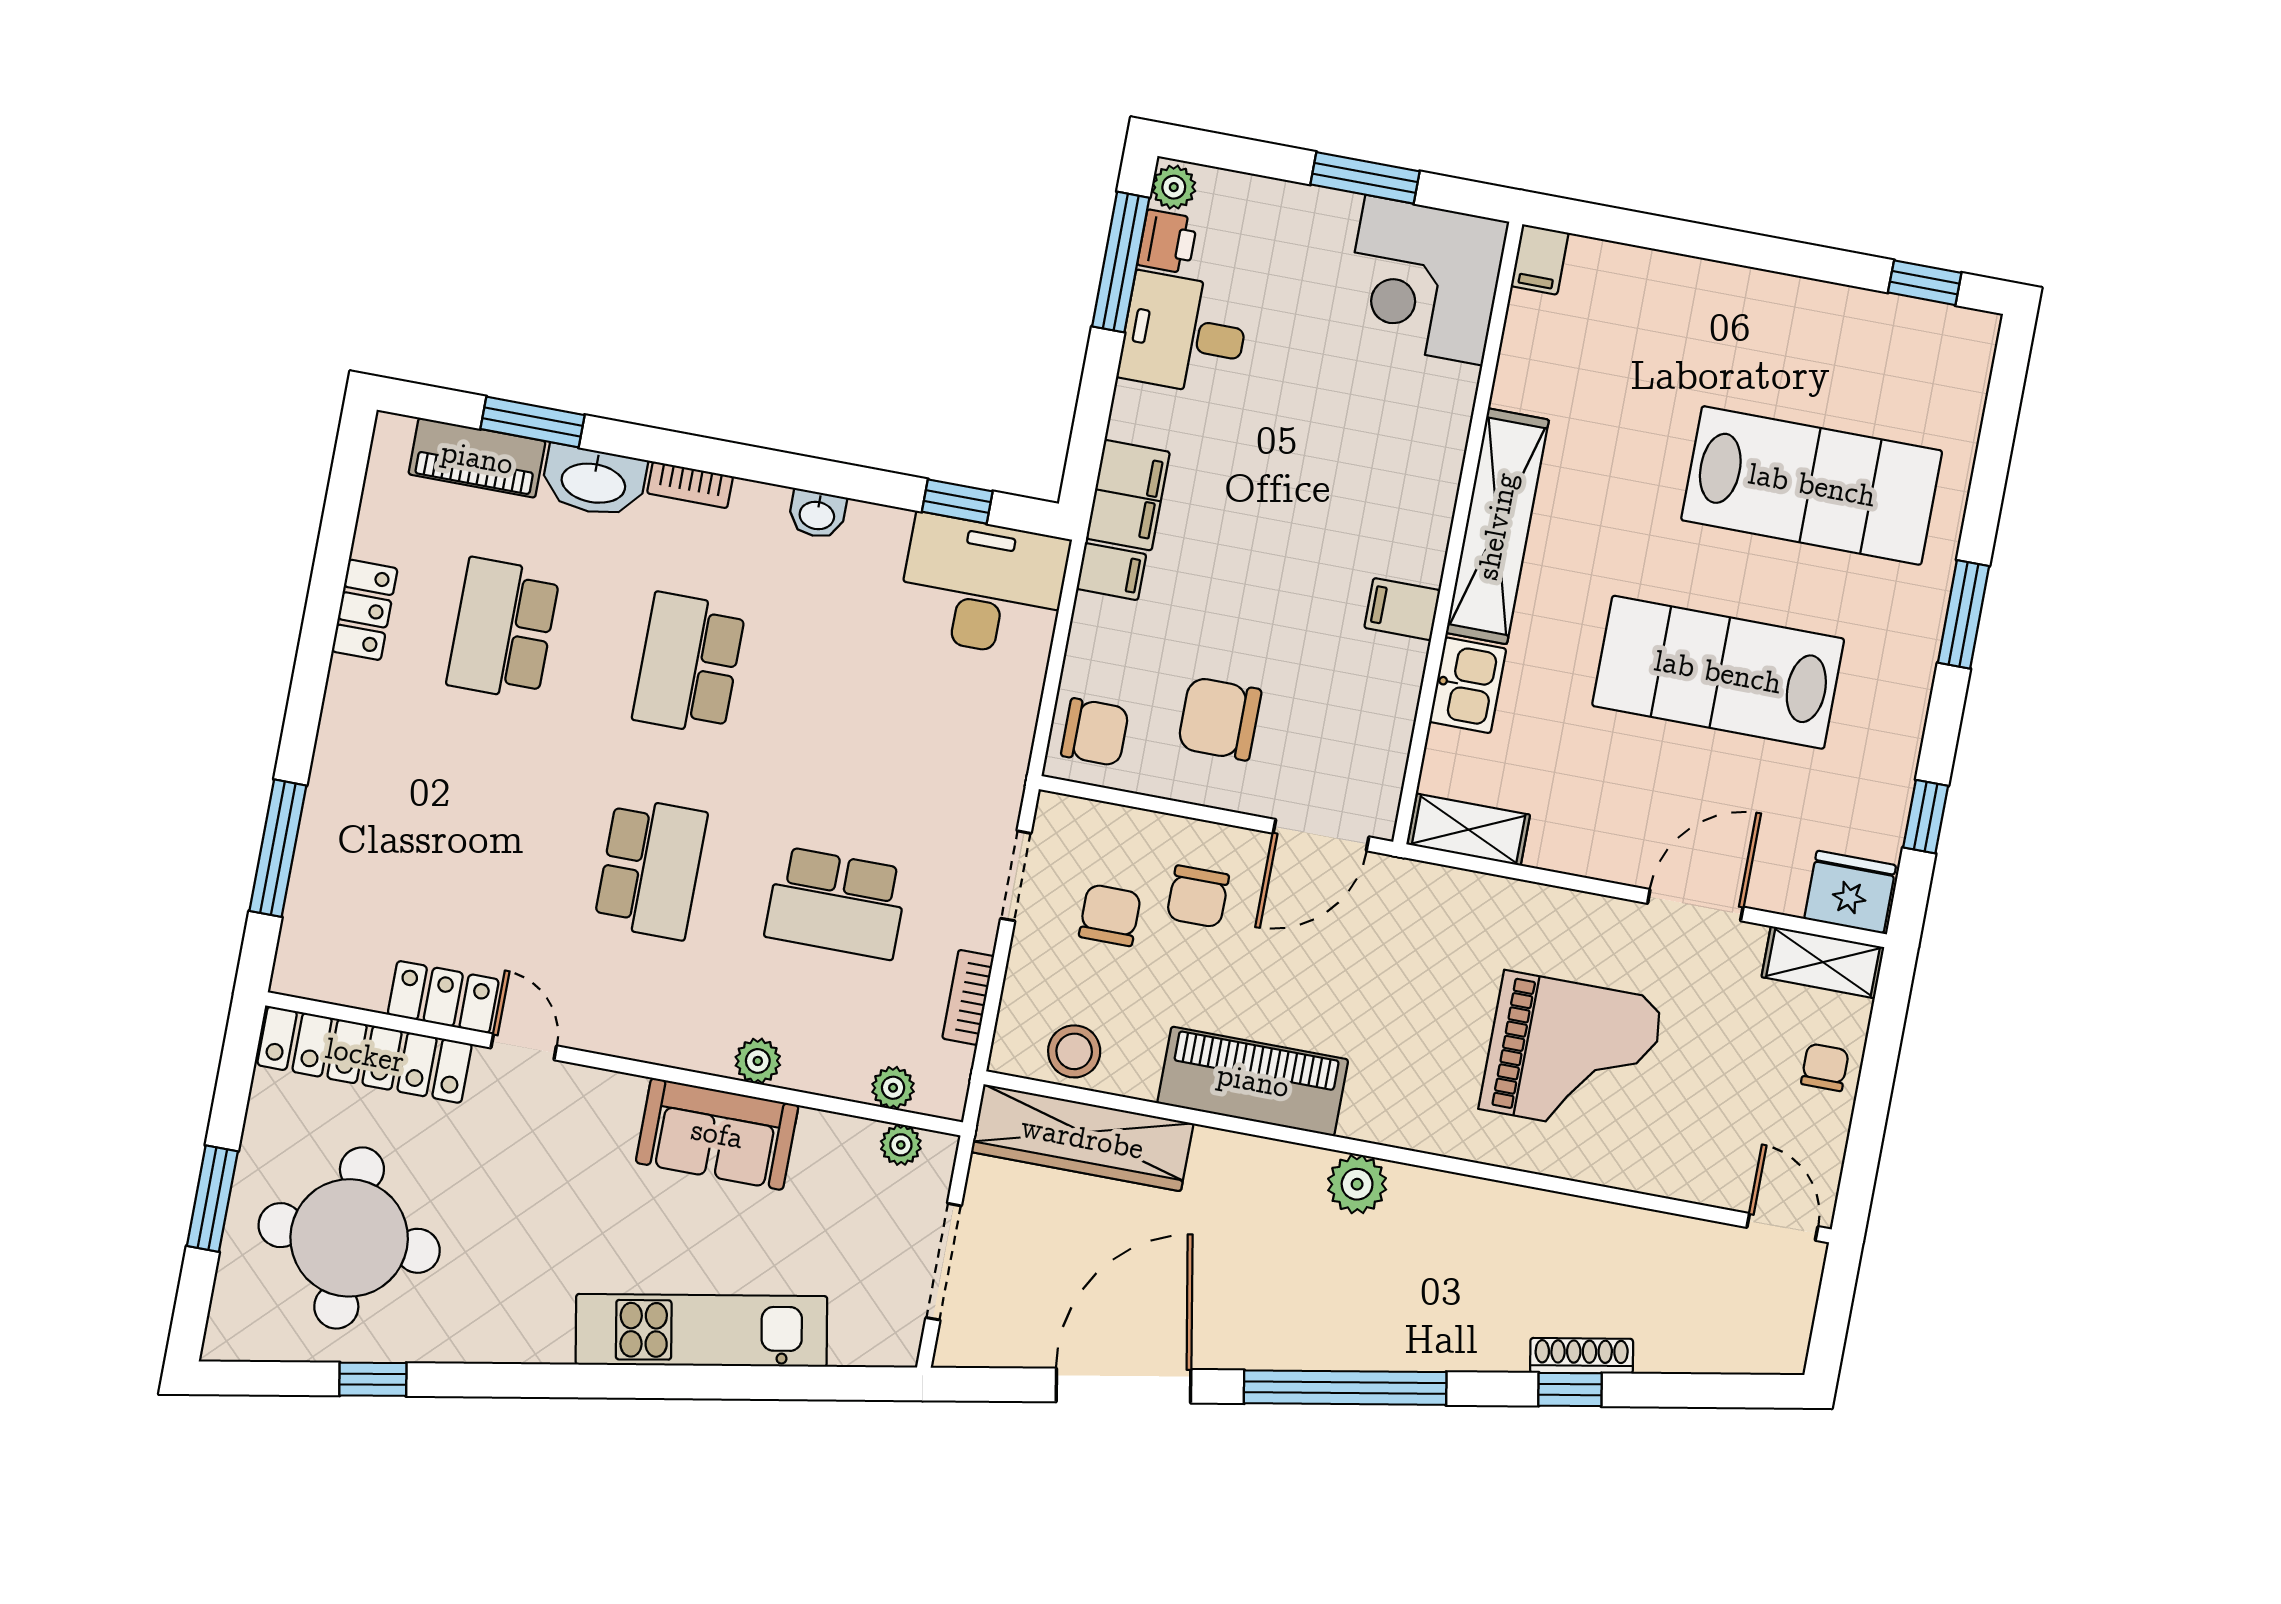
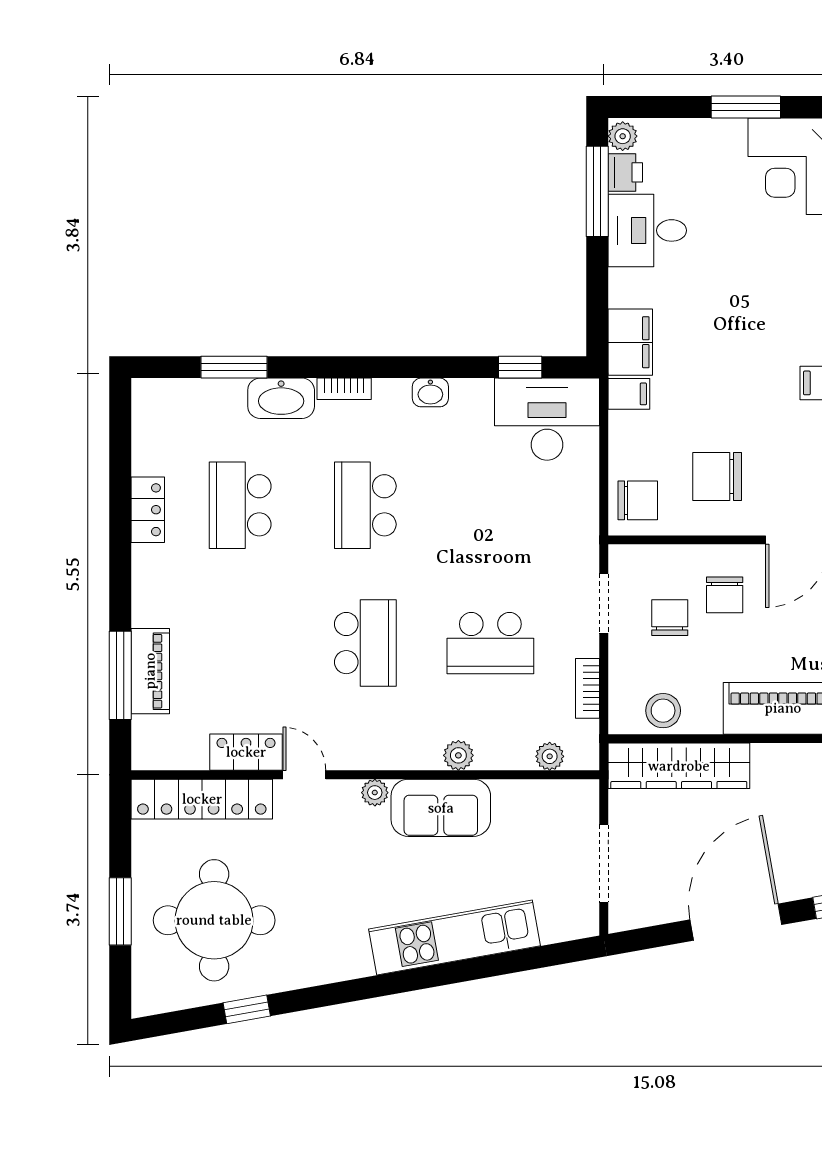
piano: (477, 458) -> (150, 671), moved, turned -90
plant: (901, 1145) -> (375, 793), moved

